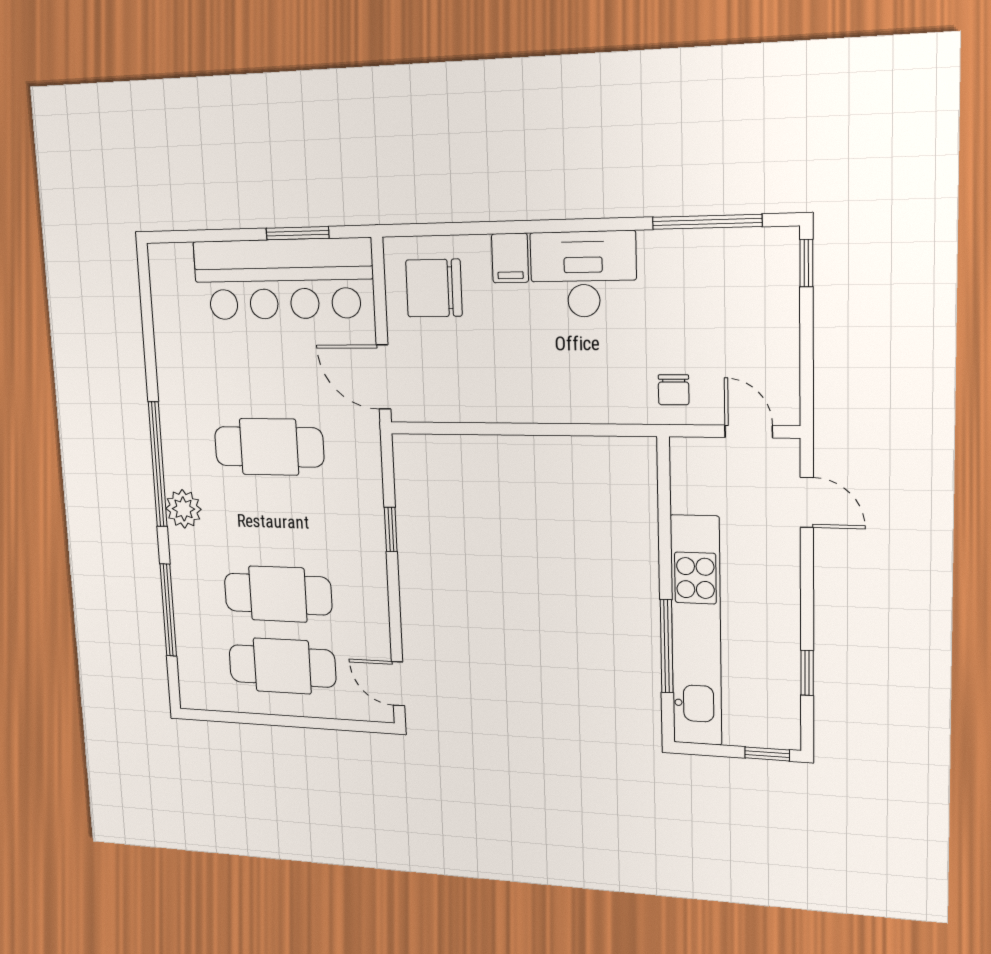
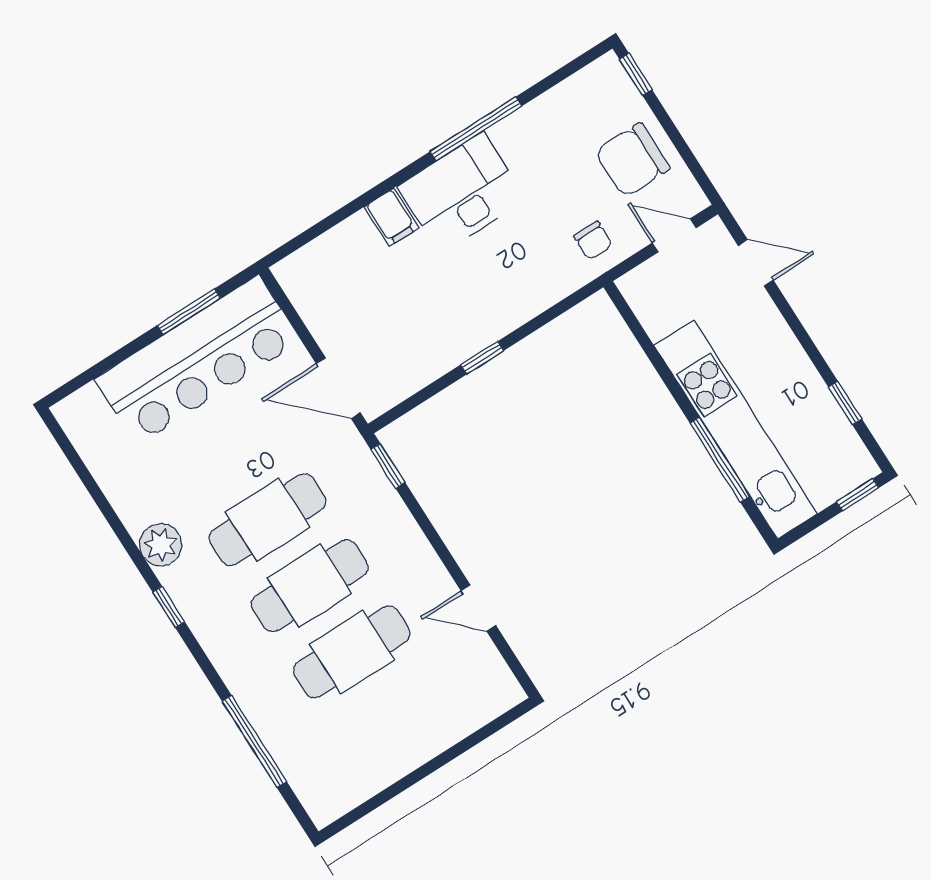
window: (707, 222) -> (476, 129), moved
chair: (434, 288) -> (632, 160), moved
window: (517, 429) -> (482, 358), added
window: (158, 464) -> (169, 607), width x0.32
plant: (183, 509) -> (161, 545), moved
window: (391, 529) -> (388, 466), moved
cafe table: (282, 666) -> (310, 586), moved
door: (398, 684) -> (478, 608), moved

